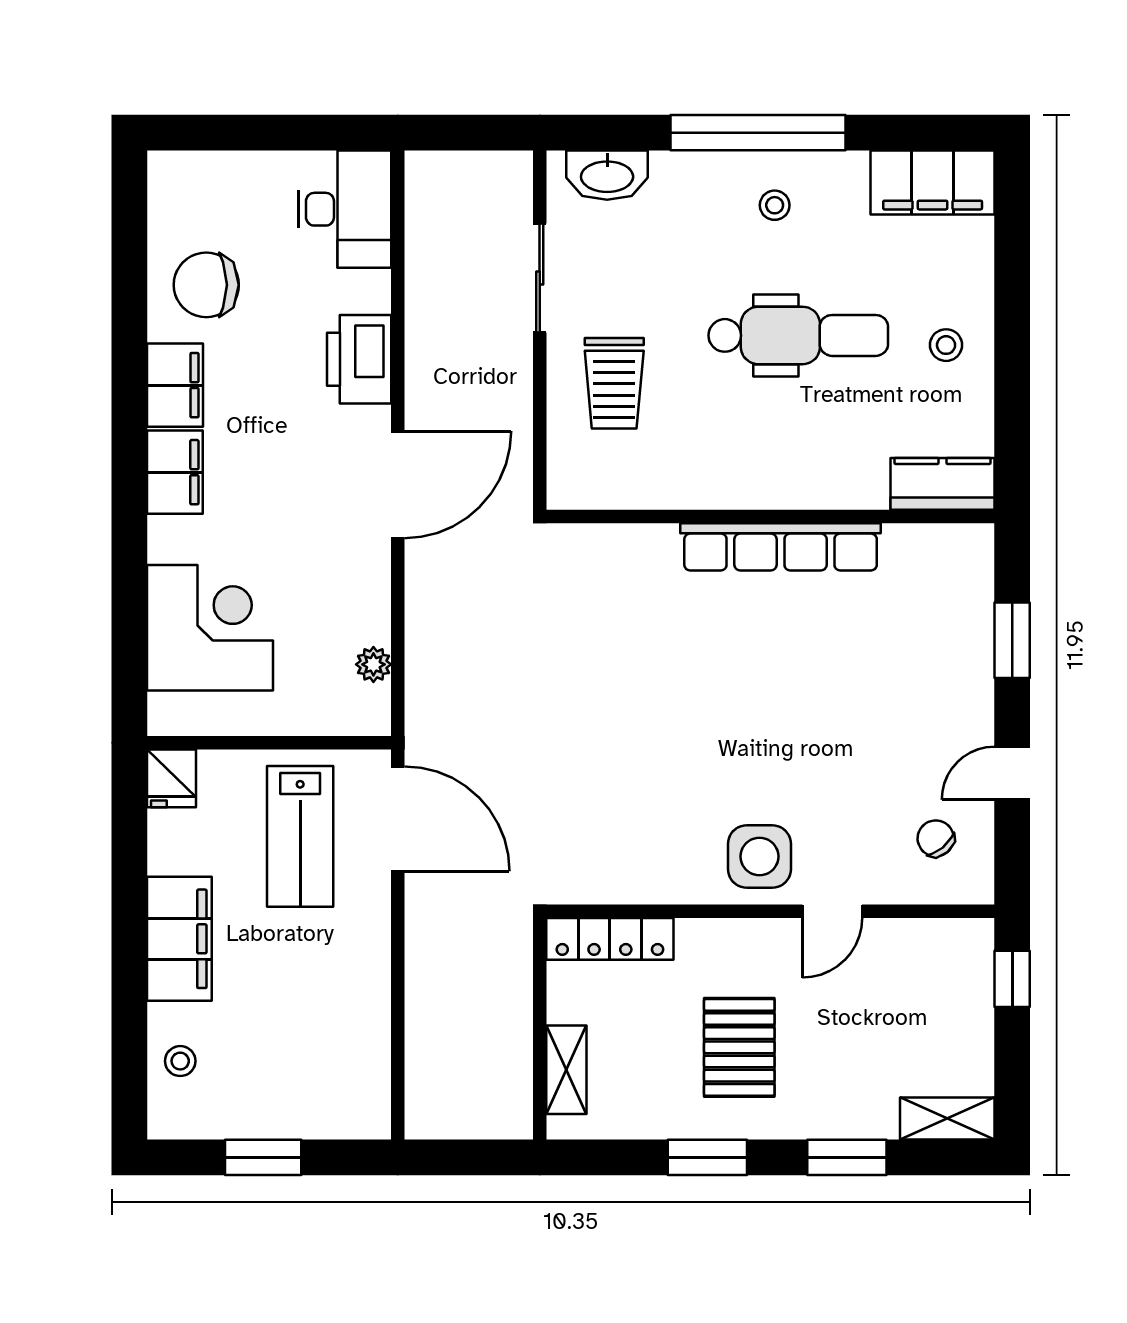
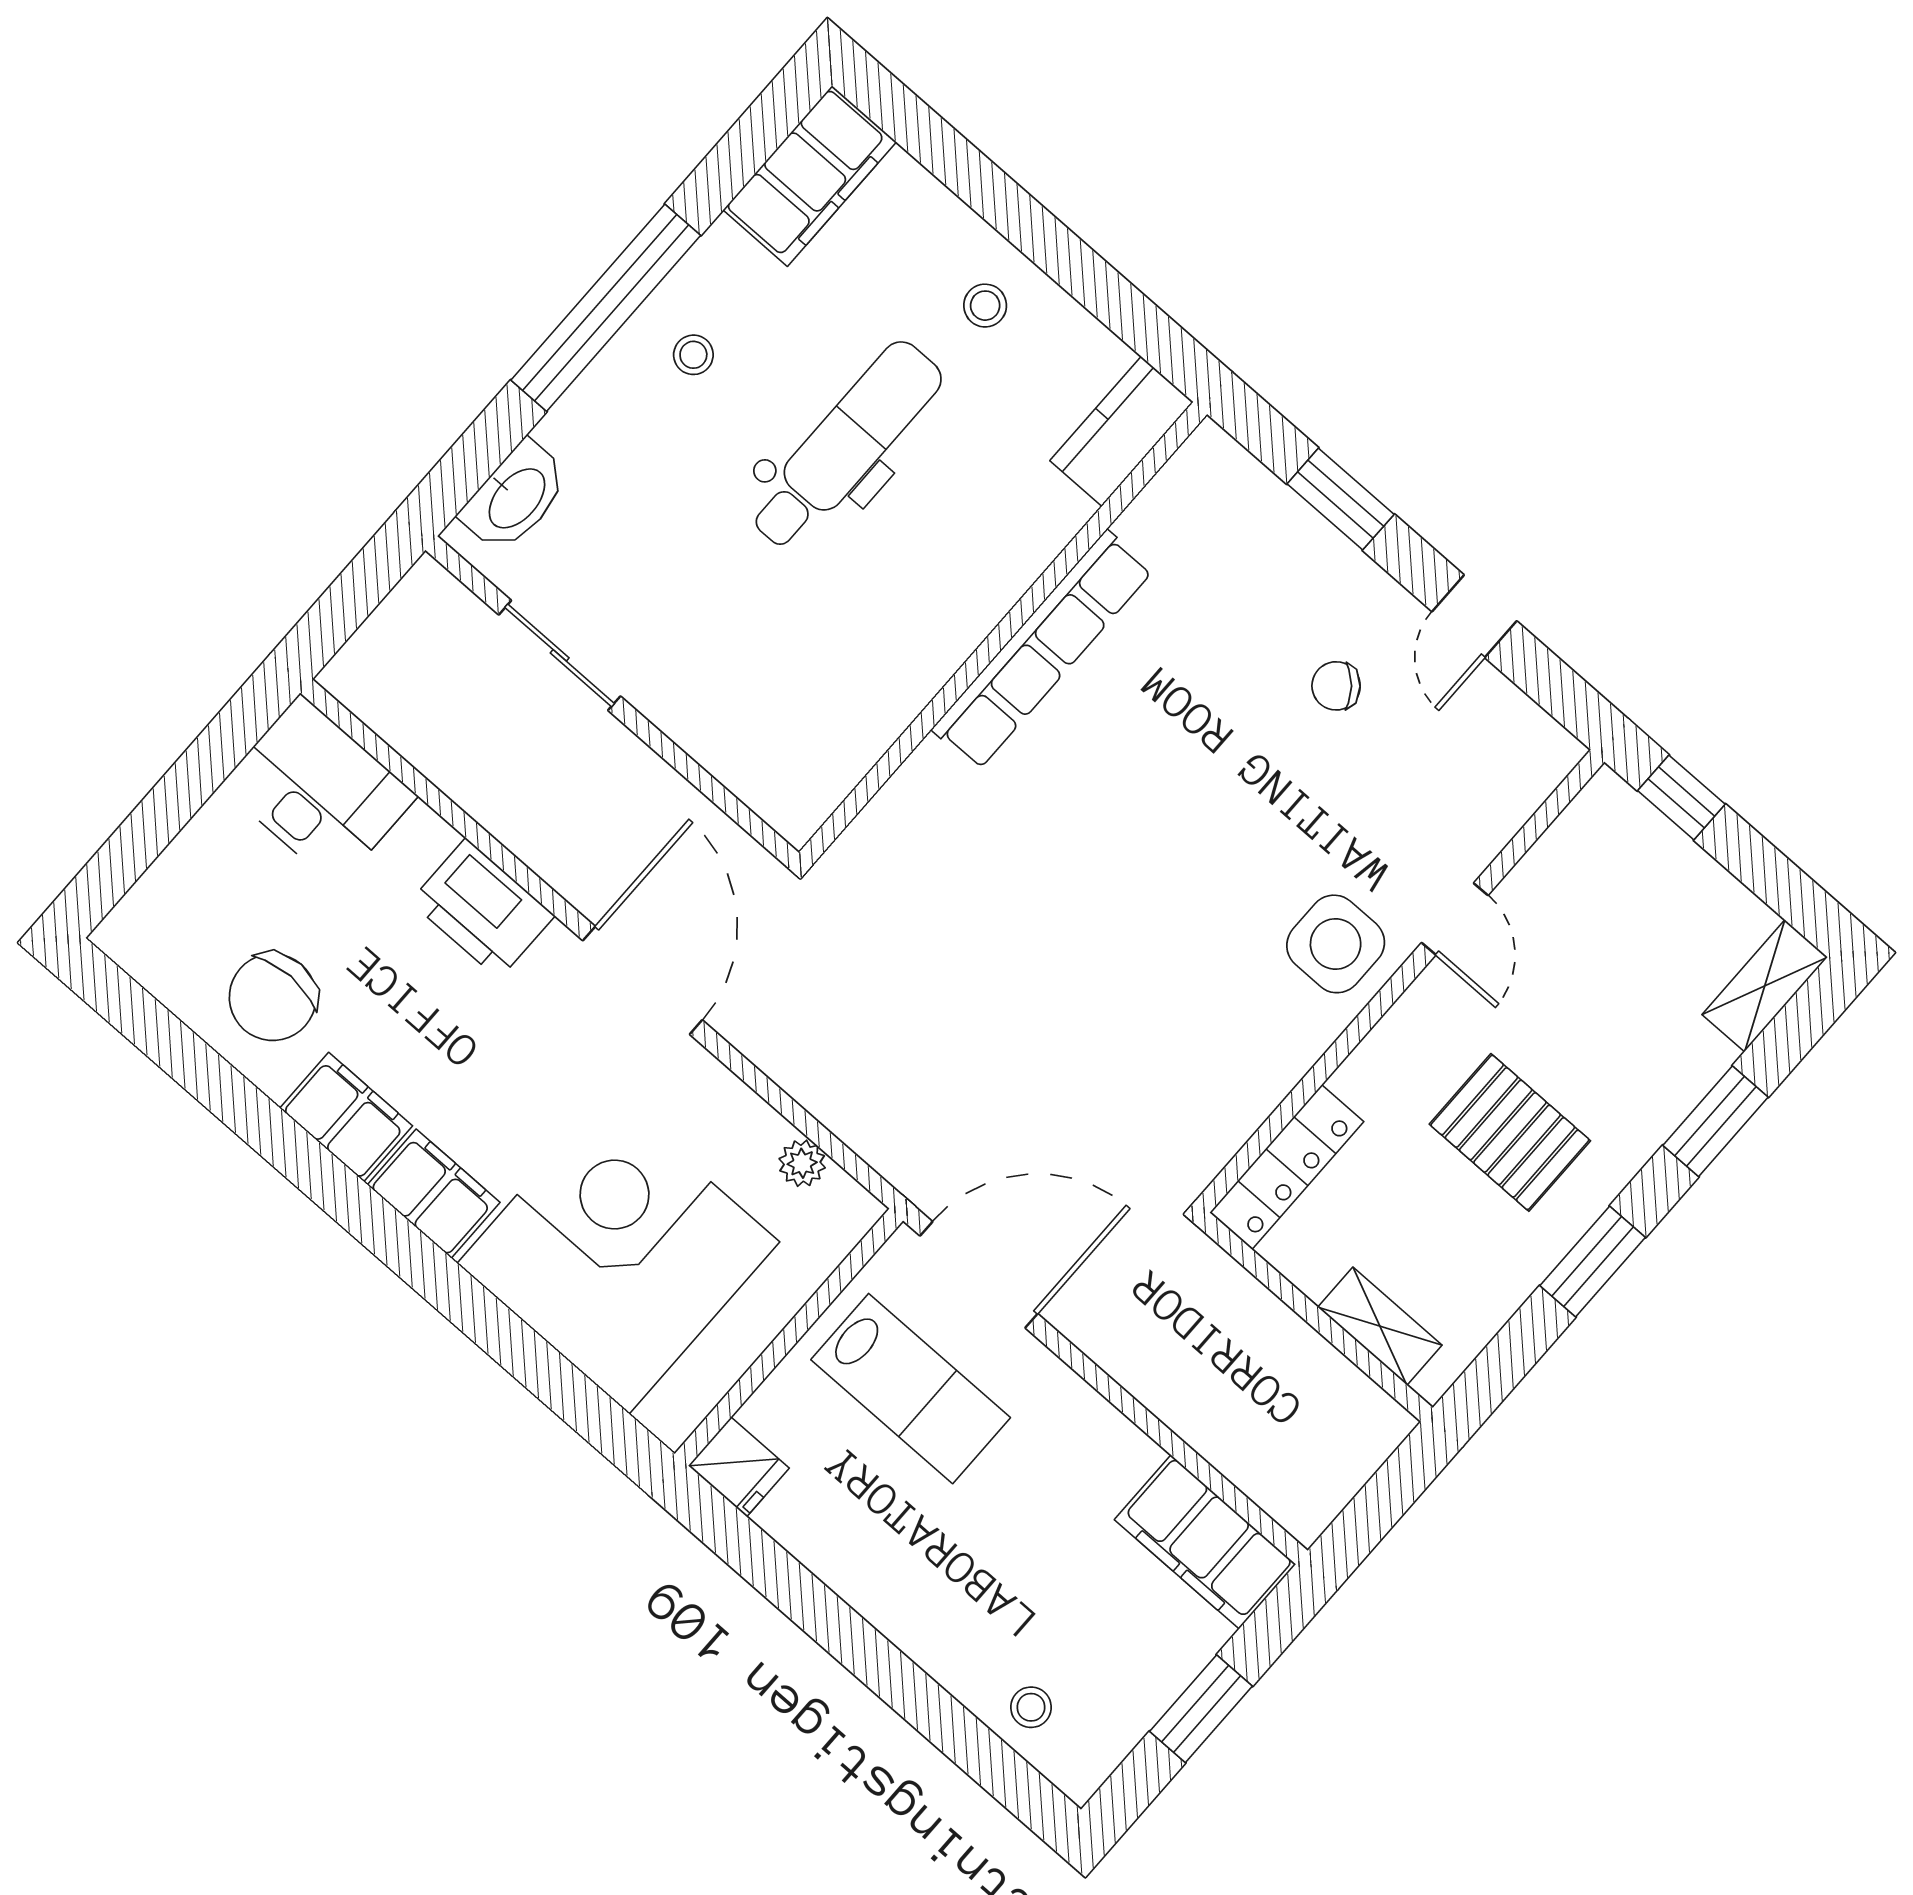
trolley: (614, 383) -> (731, 673), removed
corner desk: (210, 628) -> (618, 1253), width x1.36, depth x1.36
chair: (936, 838) -> (1336, 686), moved
filing cabinet: (179, 939) -> (1205, 1542), moved, turned 180

